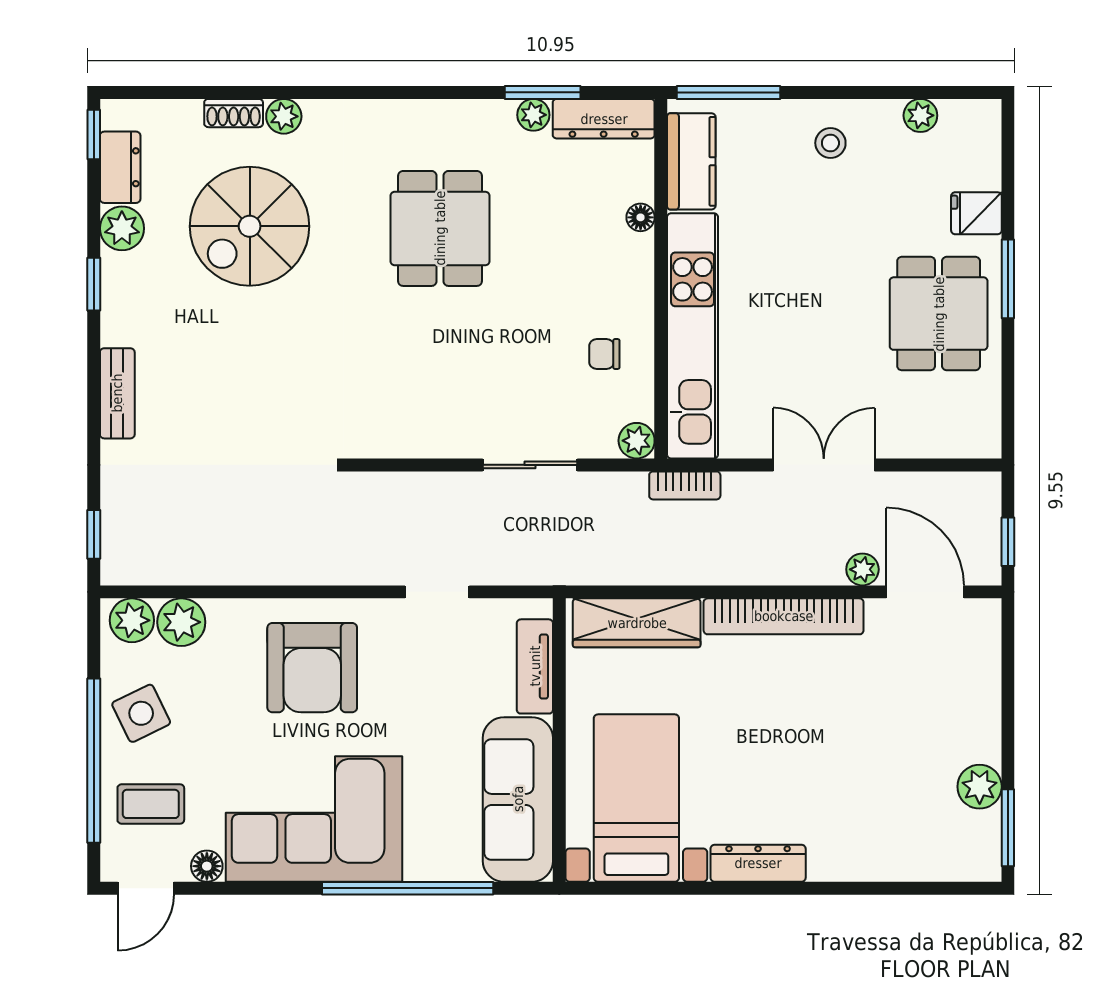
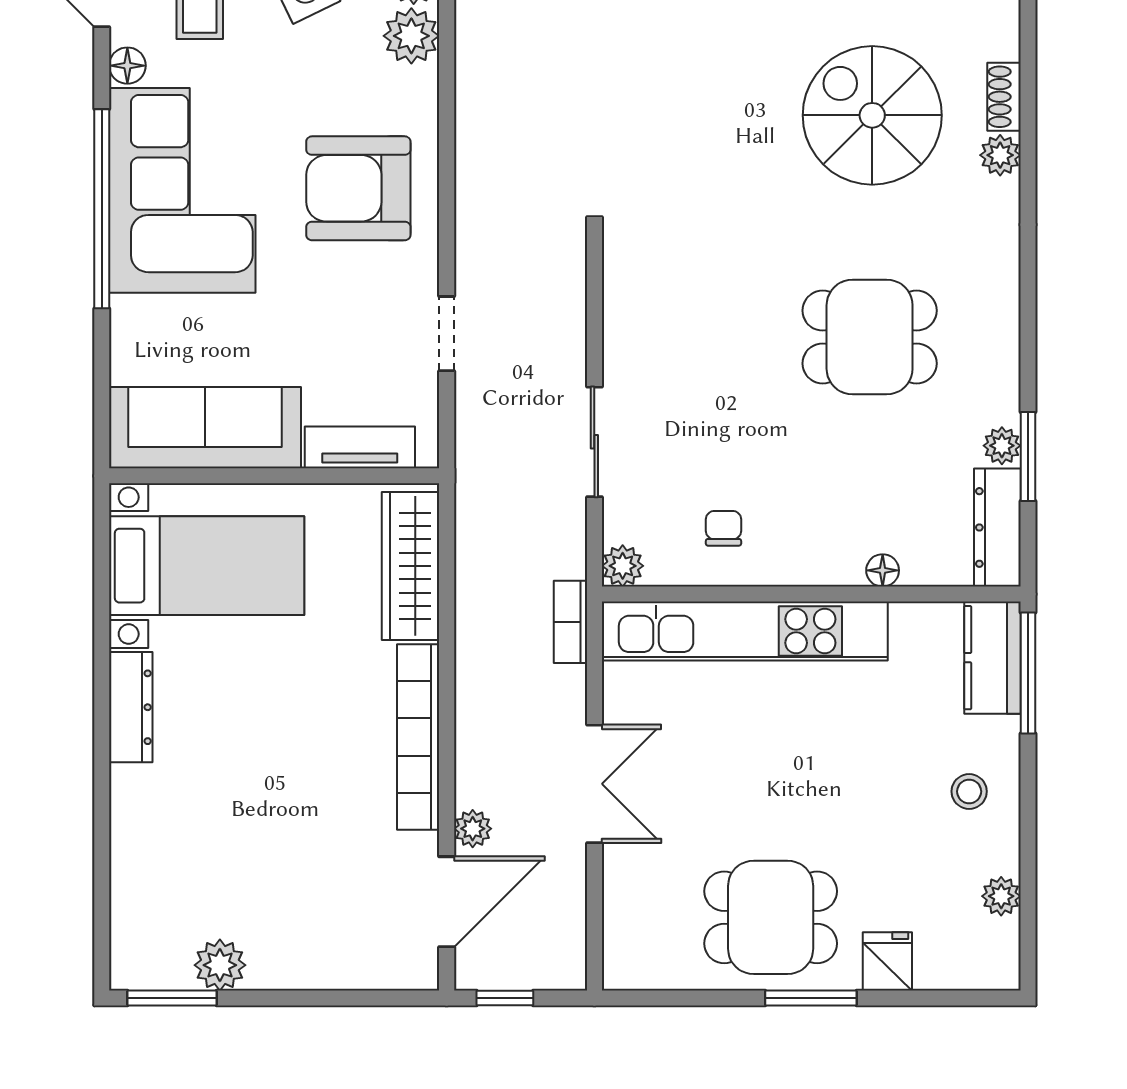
kitchen counter: (691, 161) -> (992, 658), moved, turned 90
window: (408, 888) -> (102, 209), moved

